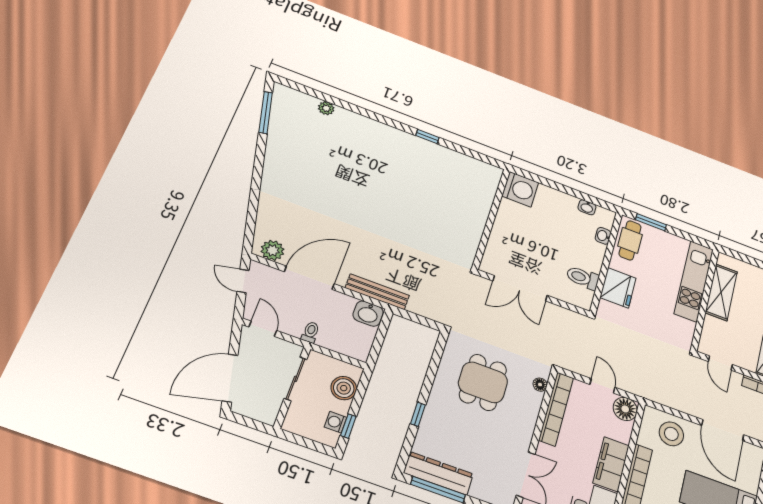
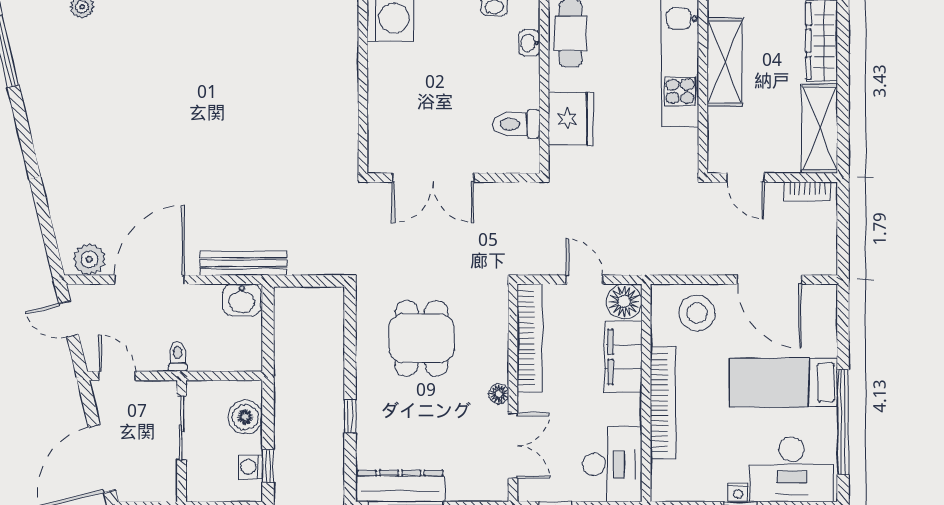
floor lamp: (540, 385) -> (499, 394), moved
filing cabinet: (611, 464) -> (623, 357), moved

